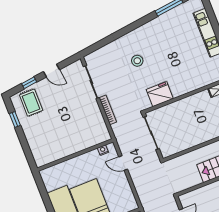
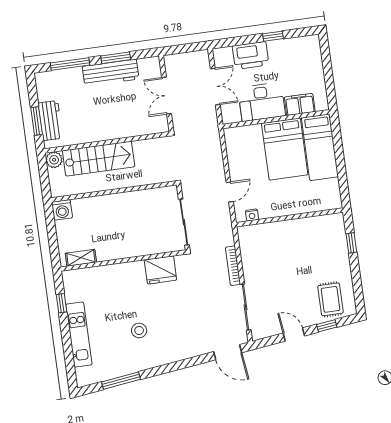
door: (96, 46) -> (228, 352), added
stool: (137, 61) -> (139, 330), moved
window: (15, 120) -> (351, 243), moved
door: (123, 163) -> (230, 192), hinge flipped

